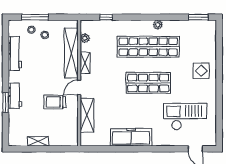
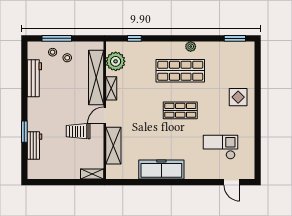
plant: (85, 38) -> (116, 61), width x1.87, depth x1.87
shop shelf: (148, 47) -> (180, 71), width x0.71
shop shelf: (148, 83) -> (180, 110), width x0.70, depth x0.74
workbench: (15, 96) -> (35, 145), moved
checkout: (185, 117) -> (221, 147), width x0.73, depth x0.83
shelving: (38, 141) -> (92, 174), moved

